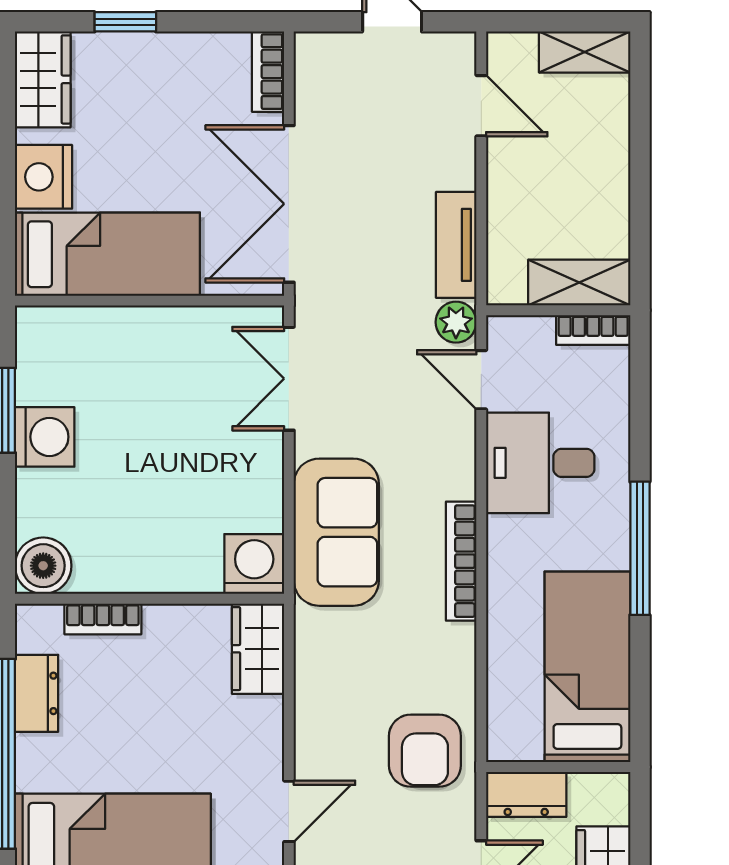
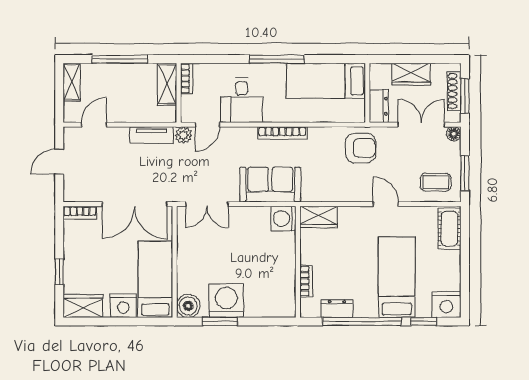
window: (640, 168) -> (120, 59), added
washing machine: (45, 437) -> (226, 301), width x1.37, depth x1.37
boiler: (43, 566) -> (188, 306), moved

